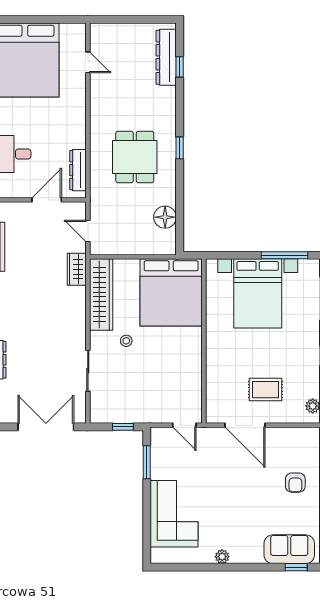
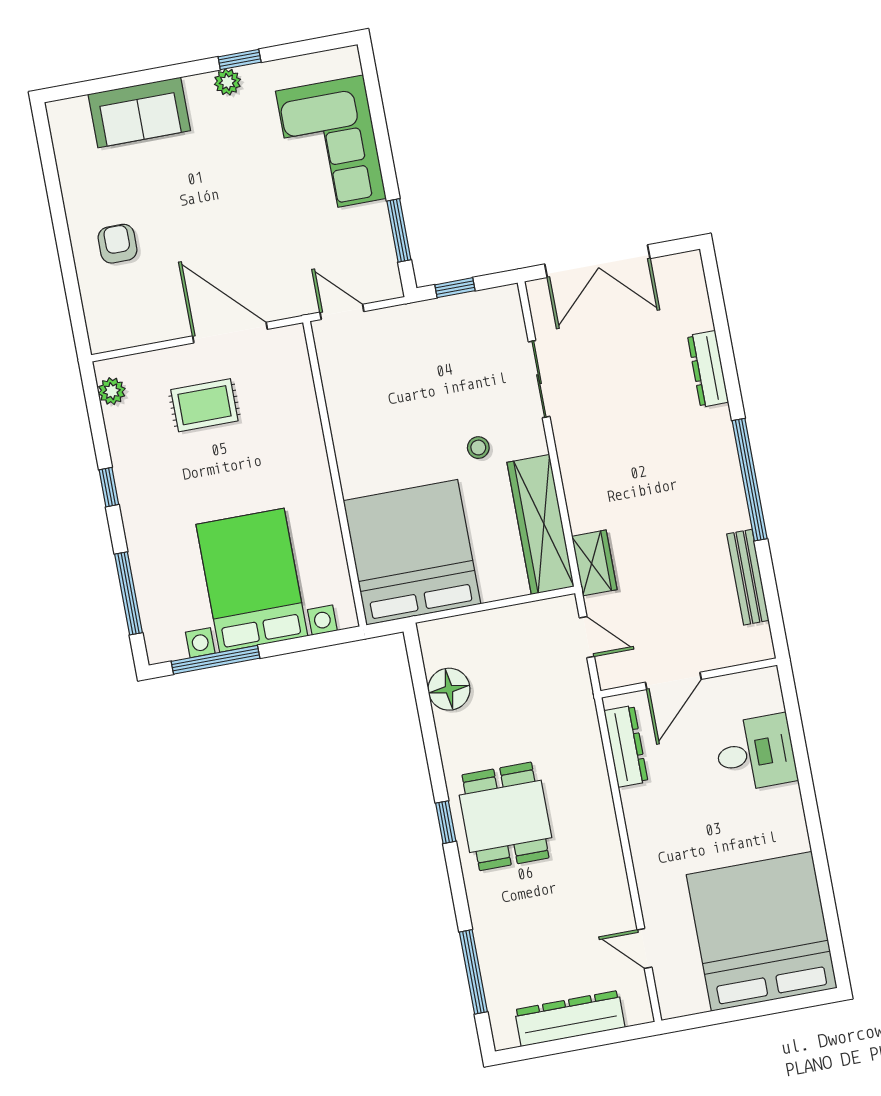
dresser: (166, 57) -> (570, 1018), moved, turned -90
window: (180, 67) -> (473, 972), width x2.17
dining table: (135, 157) -> (505, 816), moved
sofa: (289, 549) -> (139, 112), moved
window: (296, 567) -> (240, 59), moved

